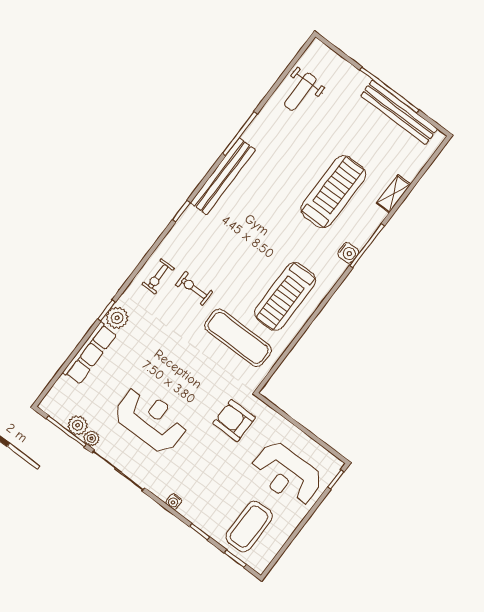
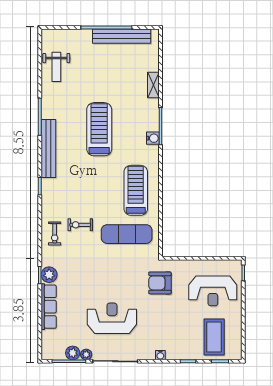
treadmill: (333, 192) -> (99, 129), moved
treadmill: (285, 297) -> (136, 190), turned 180

